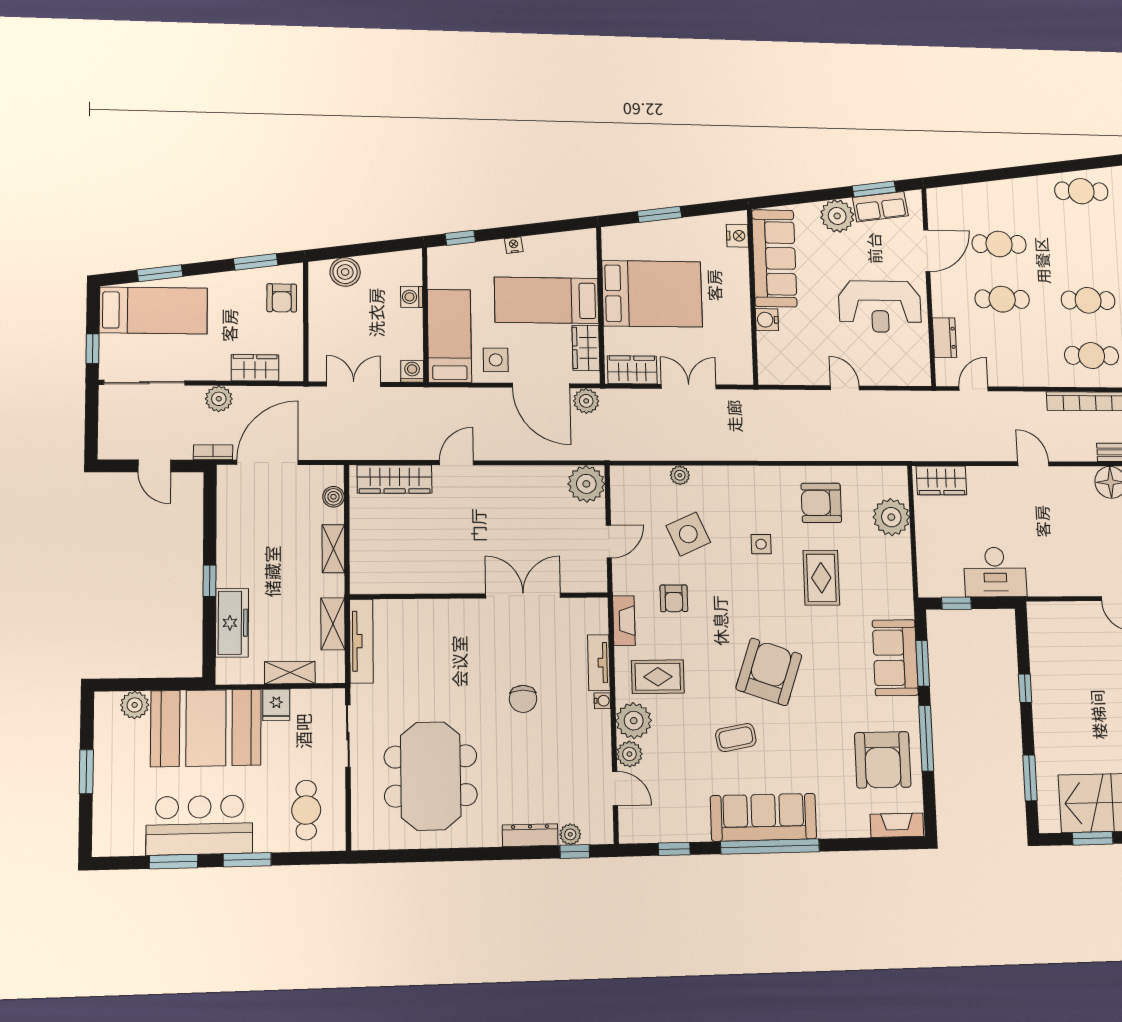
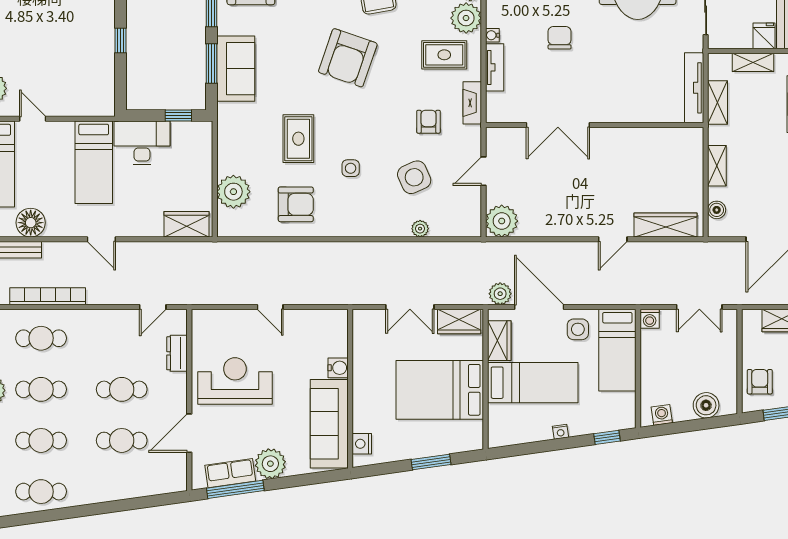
window: (874, 189) -> (235, 489), width x1.44
cafe table: (1085, 246) -> (41, 440), added
washing machine: (412, 297) -> (662, 415), moved, turned -98
bed: (1047, 550) -> (94, 162), added

